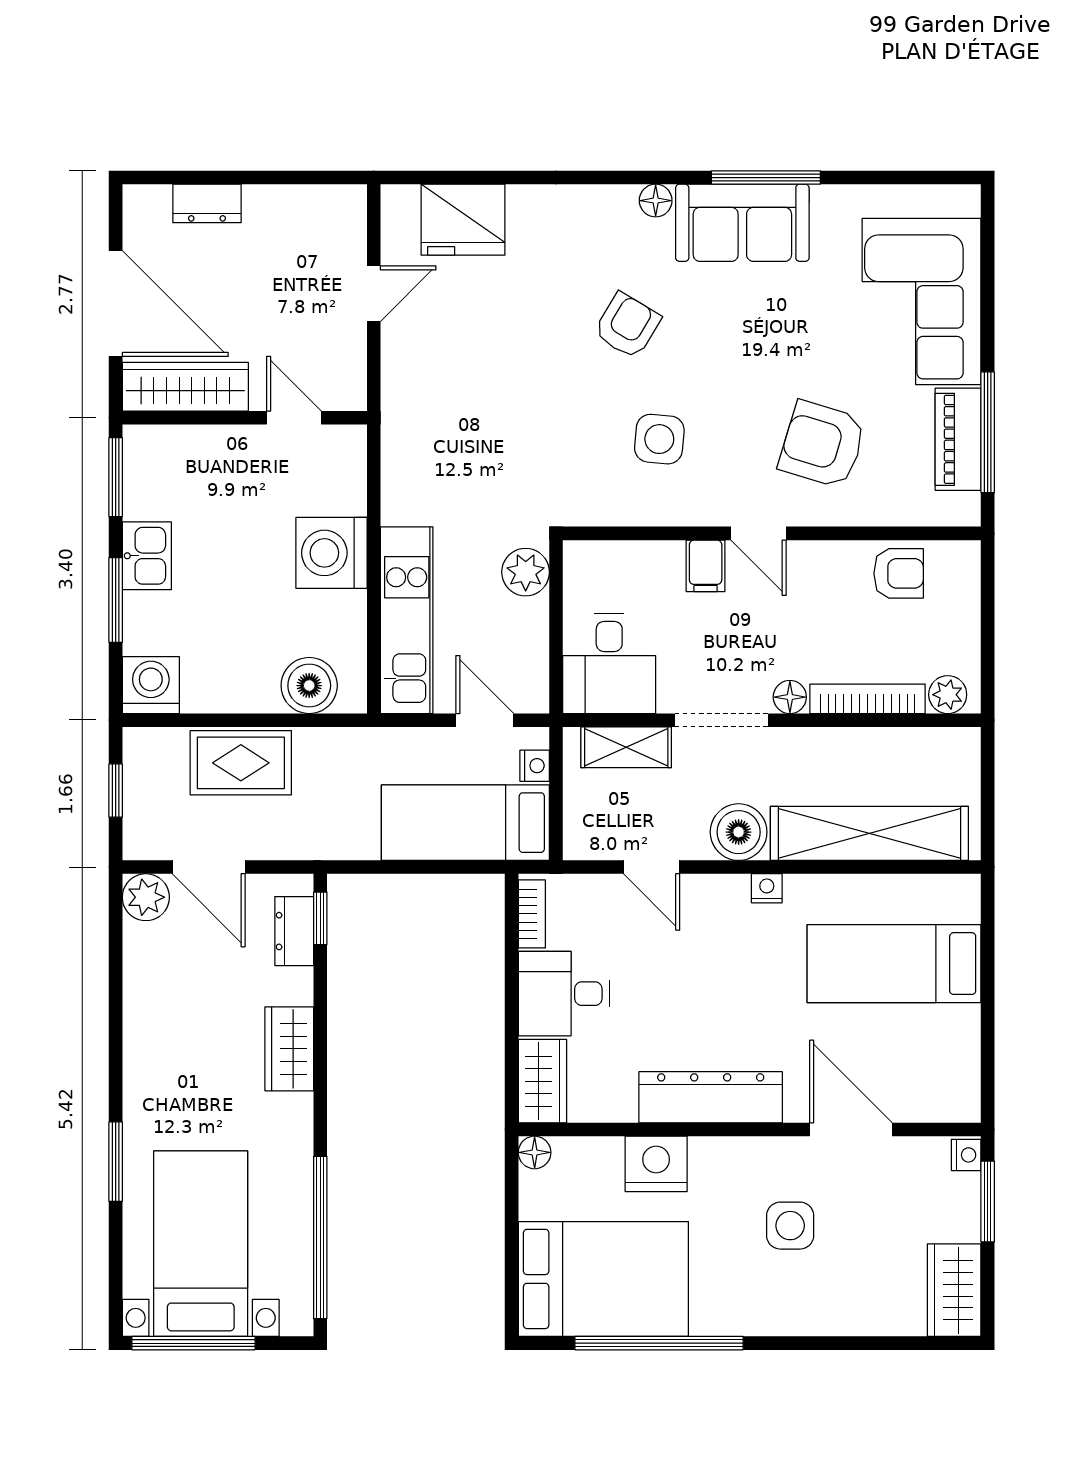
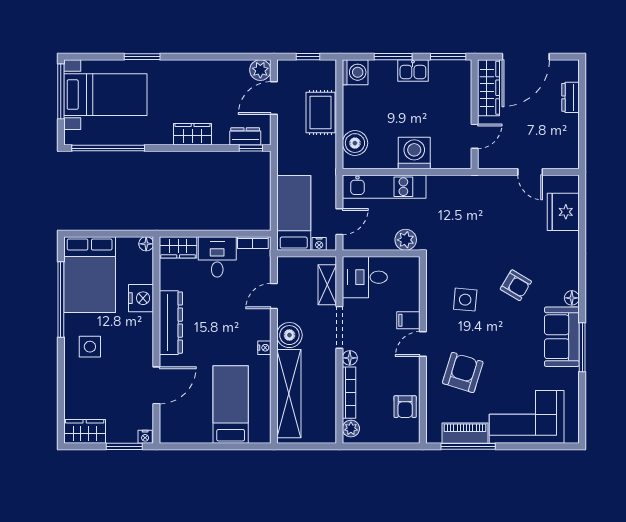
side table: (790, 1226) -> (90, 347), moved

